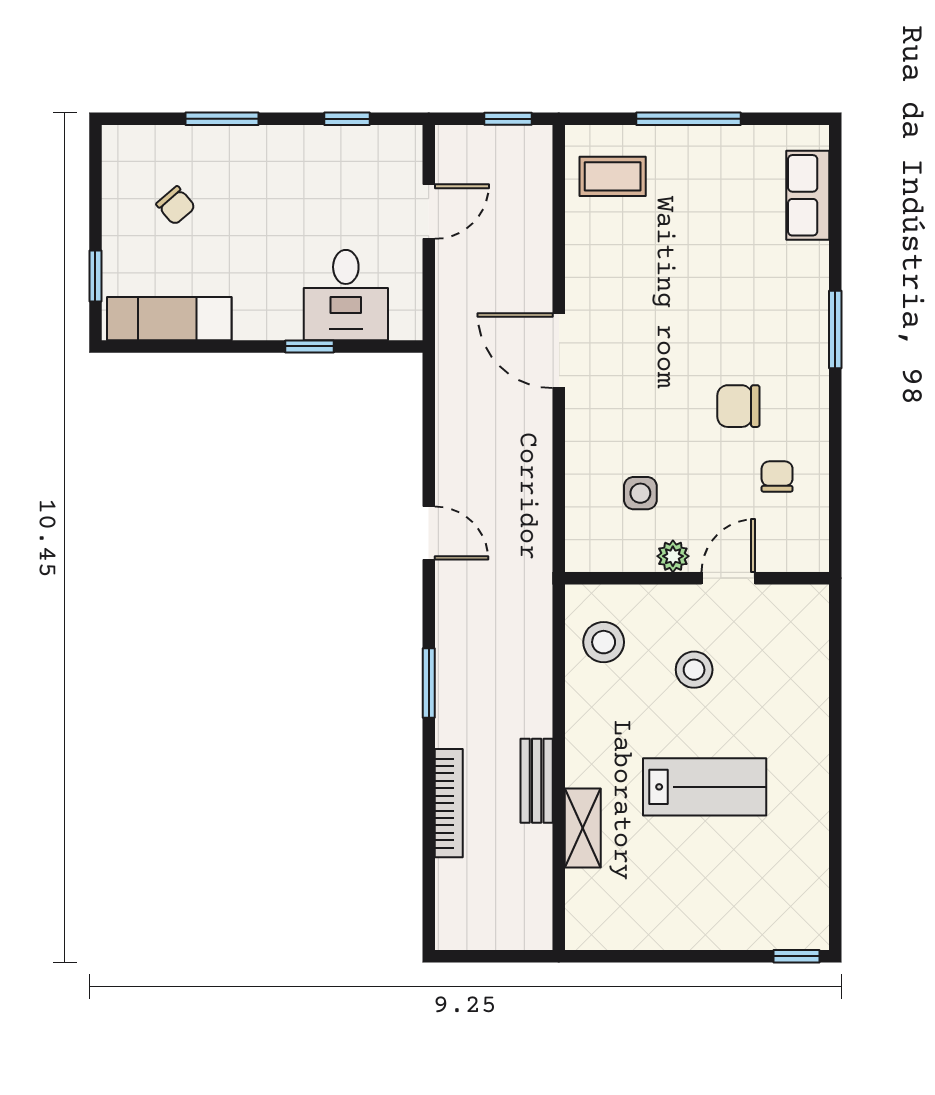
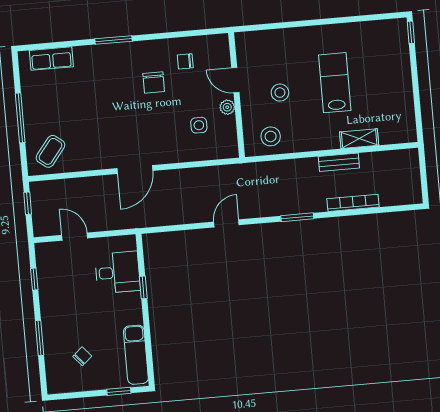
coffee table: (613, 176) -> (50, 151), turned 38

